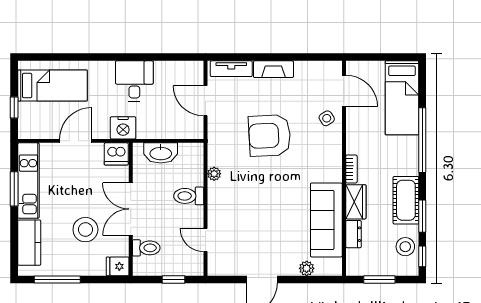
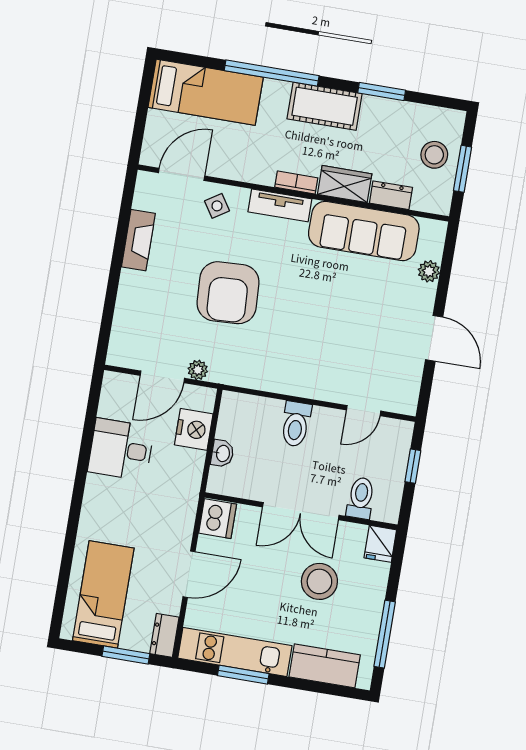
tv unit: (231, 69) -> (280, 205), moved, turned 90
fireplace: (273, 69) -> (138, 240), moved
desk: (134, 81) -> (121, 449), moved
window: (14, 108) -> (126, 655), width x1.50
nightstand: (123, 128) -> (194, 429), moved
dresser: (32, 131) -> (164, 635), added
door: (76, 141) -> (189, 574), swing flipped
washbasin: (161, 153) -> (222, 453), width x0.52, depth x0.69
plant: (214, 174) -> (198, 370), moved
cot: (406, 200) -> (325, 106), moved
stool: (405, 247) -> (434, 155), moved
window: (422, 256) -> (440, 101), removed

